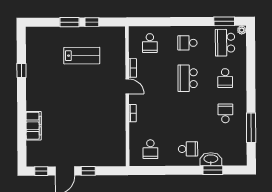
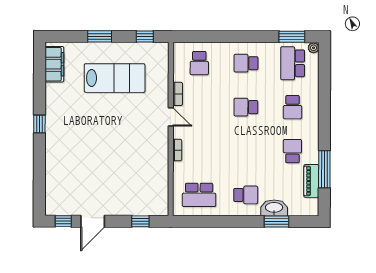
window: (92, 22) -> (145, 36), moved
lab bench: (82, 56) -> (115, 78), width x1.36, depth x1.39
window: (21, 70) -> (39, 124), moved
school desk: (188, 78) -> (246, 107), width x0.54
filing cabinet: (34, 126) -> (54, 64), moved
piano: (241, 137) -> (311, 181), added
school desk: (150, 149) -> (199, 195), width x1.85
window: (88, 171) -> (140, 221), moved

